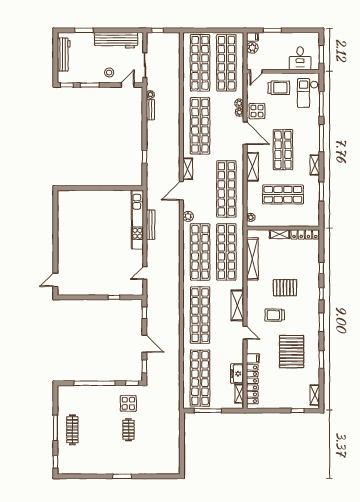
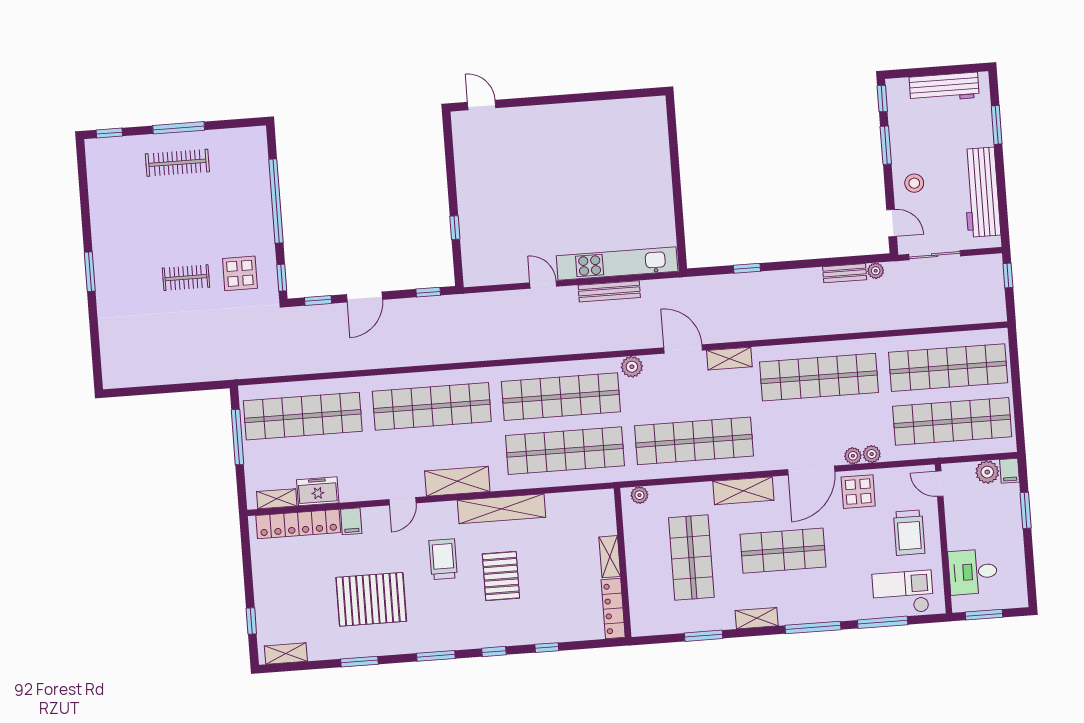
shelving: (252, 259) -> (502, 509), moved
door: (145, 273) -> (543, 285), moved

